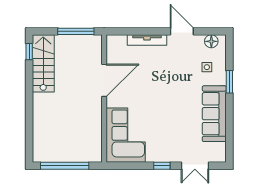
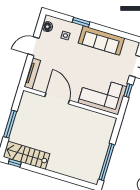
door: (104, 80) -> (57, 99), moved
wall: (104, 99) -> (71, 103), moved
corner sofa: (126, 135) -> (102, 95), moved

